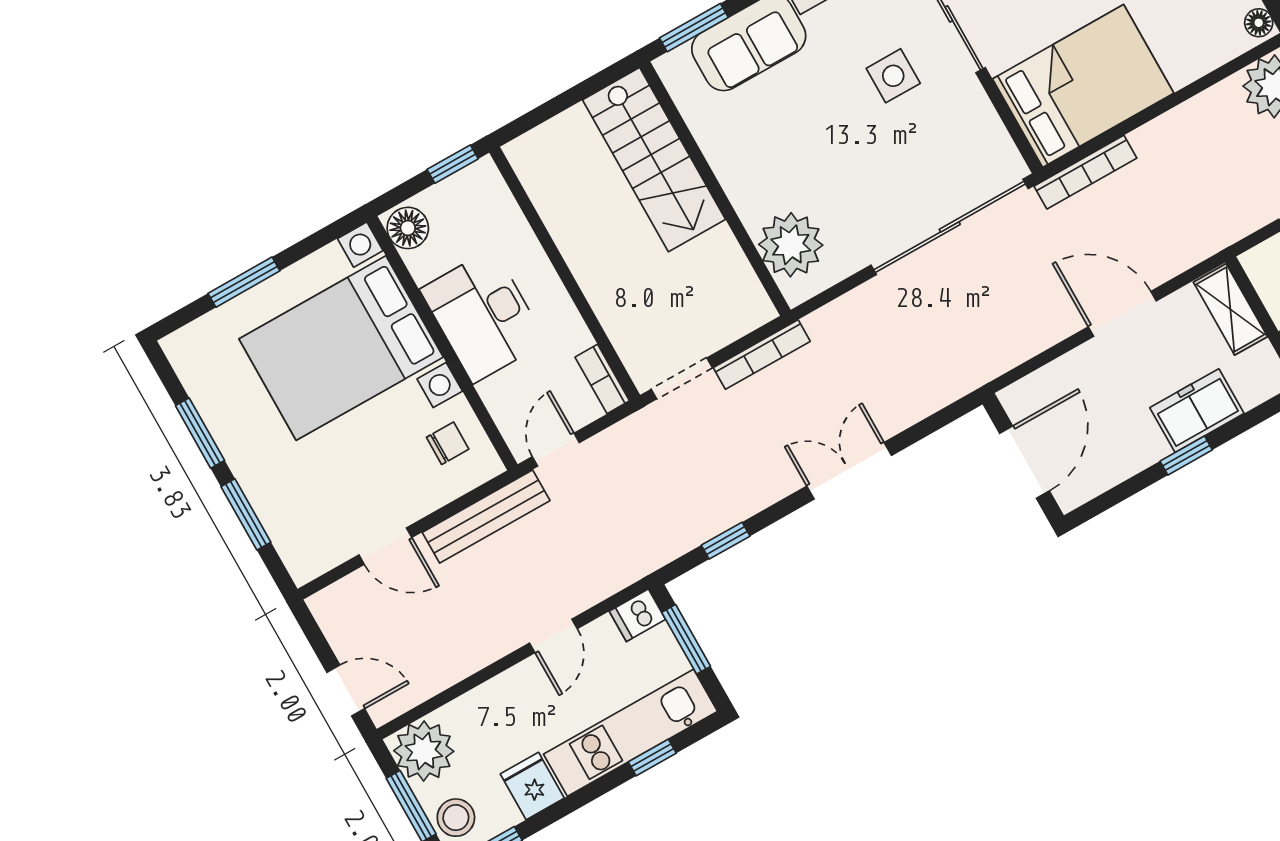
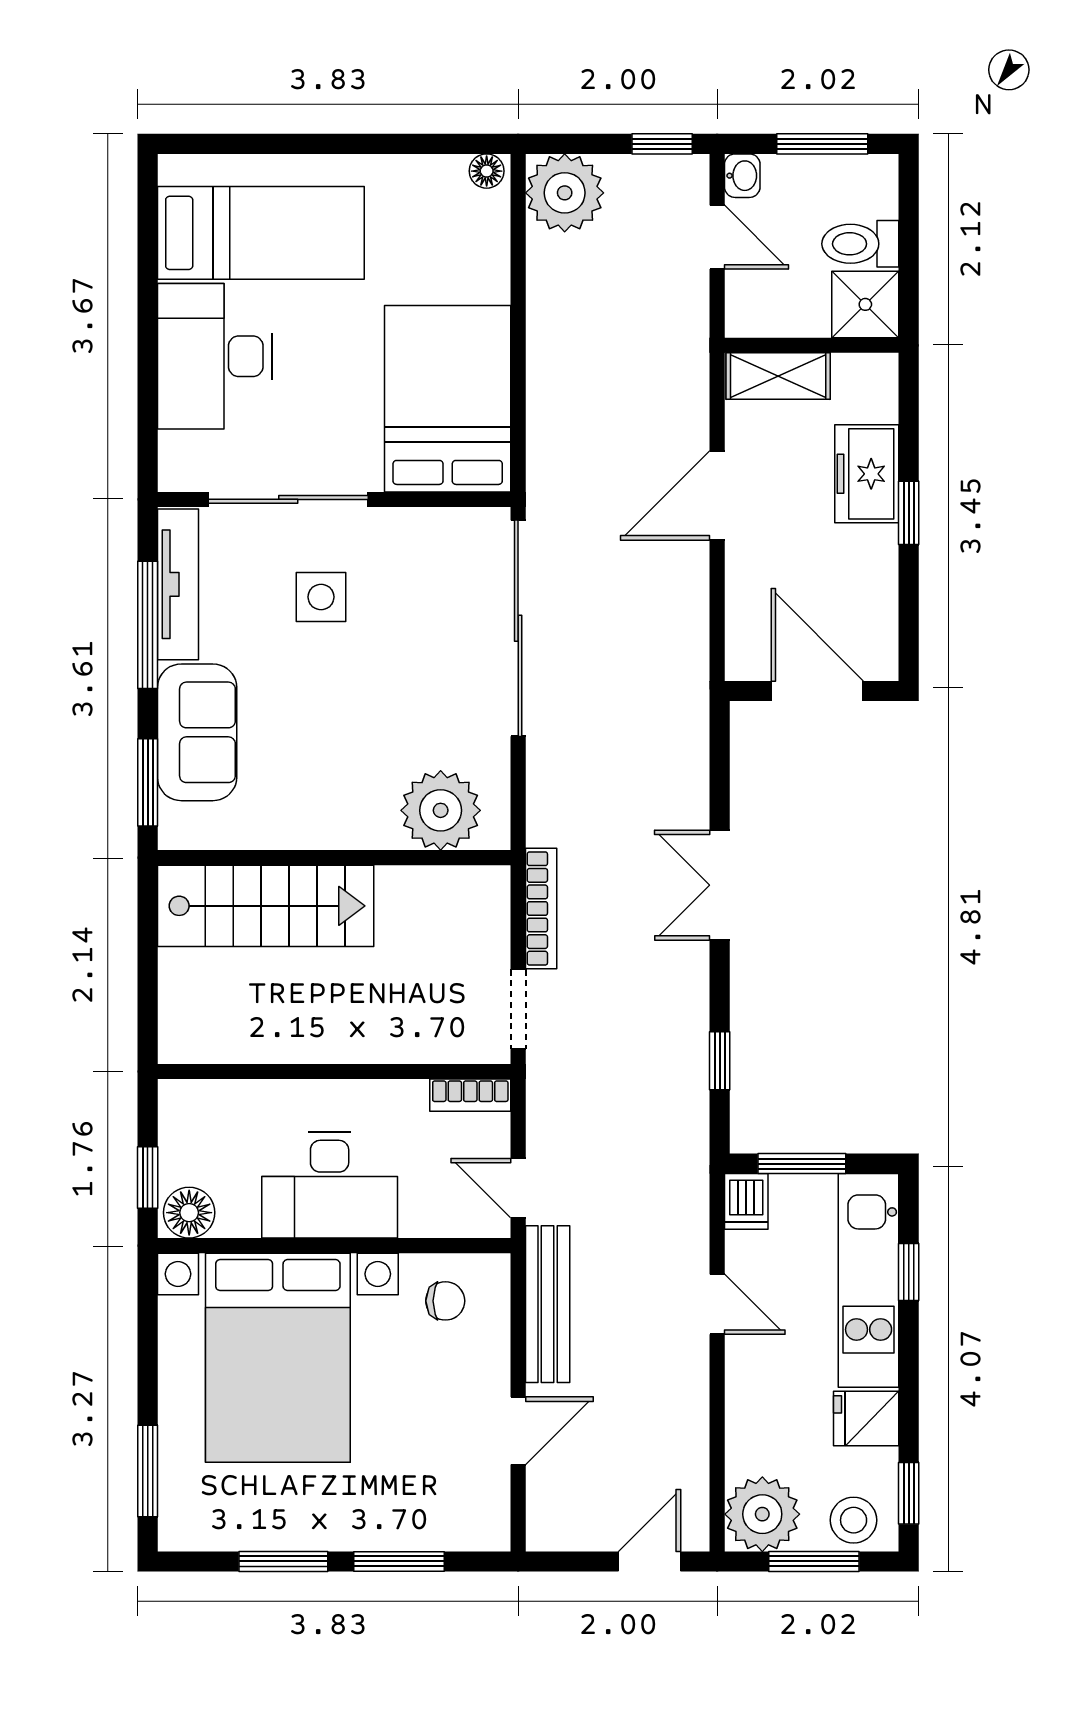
window: (453, 164) -> (148, 1177), moved
bookcase: (1085, 172) -> (542, 449), removed
window: (244, 282) -> (148, 1471), moved
chair: (448, 443) -> (445, 1301), turned 90

